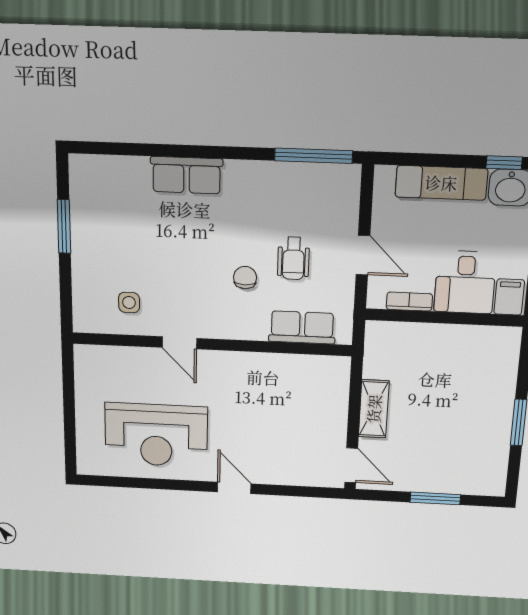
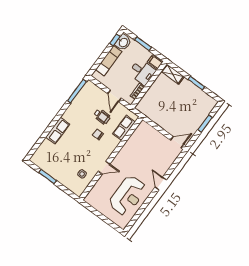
door: (363, 255) -> (114, 96), swing flipped
shelving: (374, 409) -> (173, 74), moved
door: (234, 488) -> (161, 184), hinge flipped

